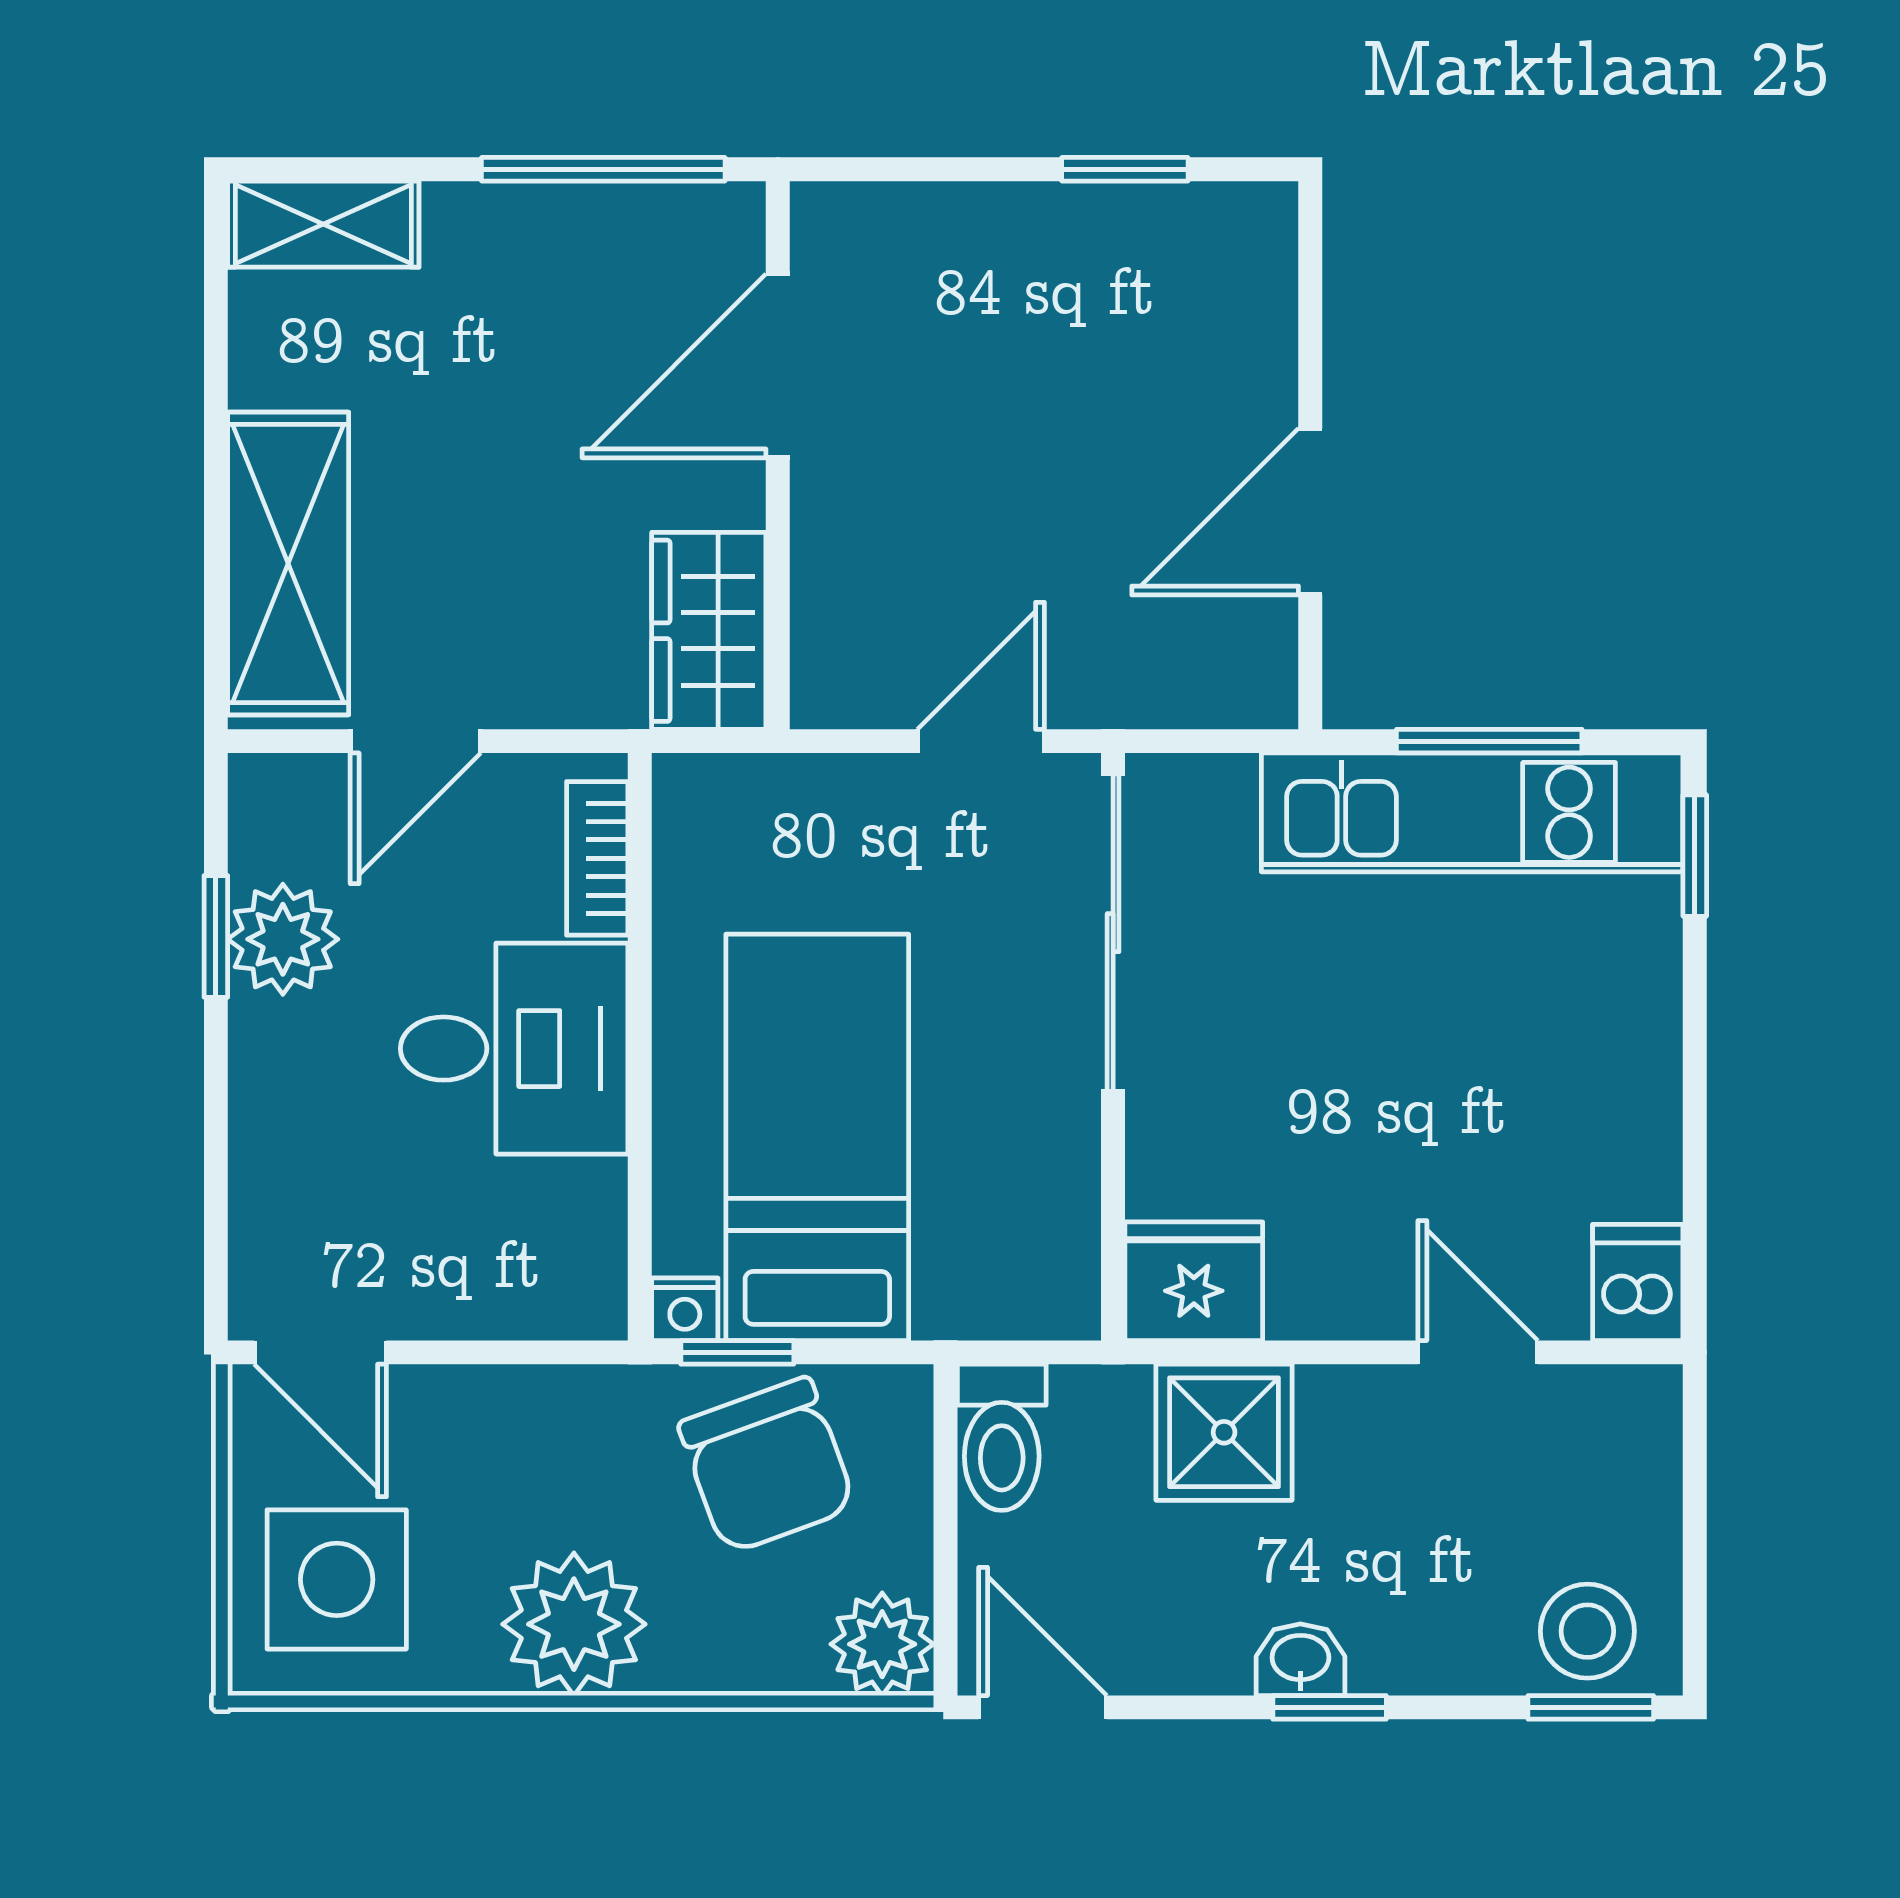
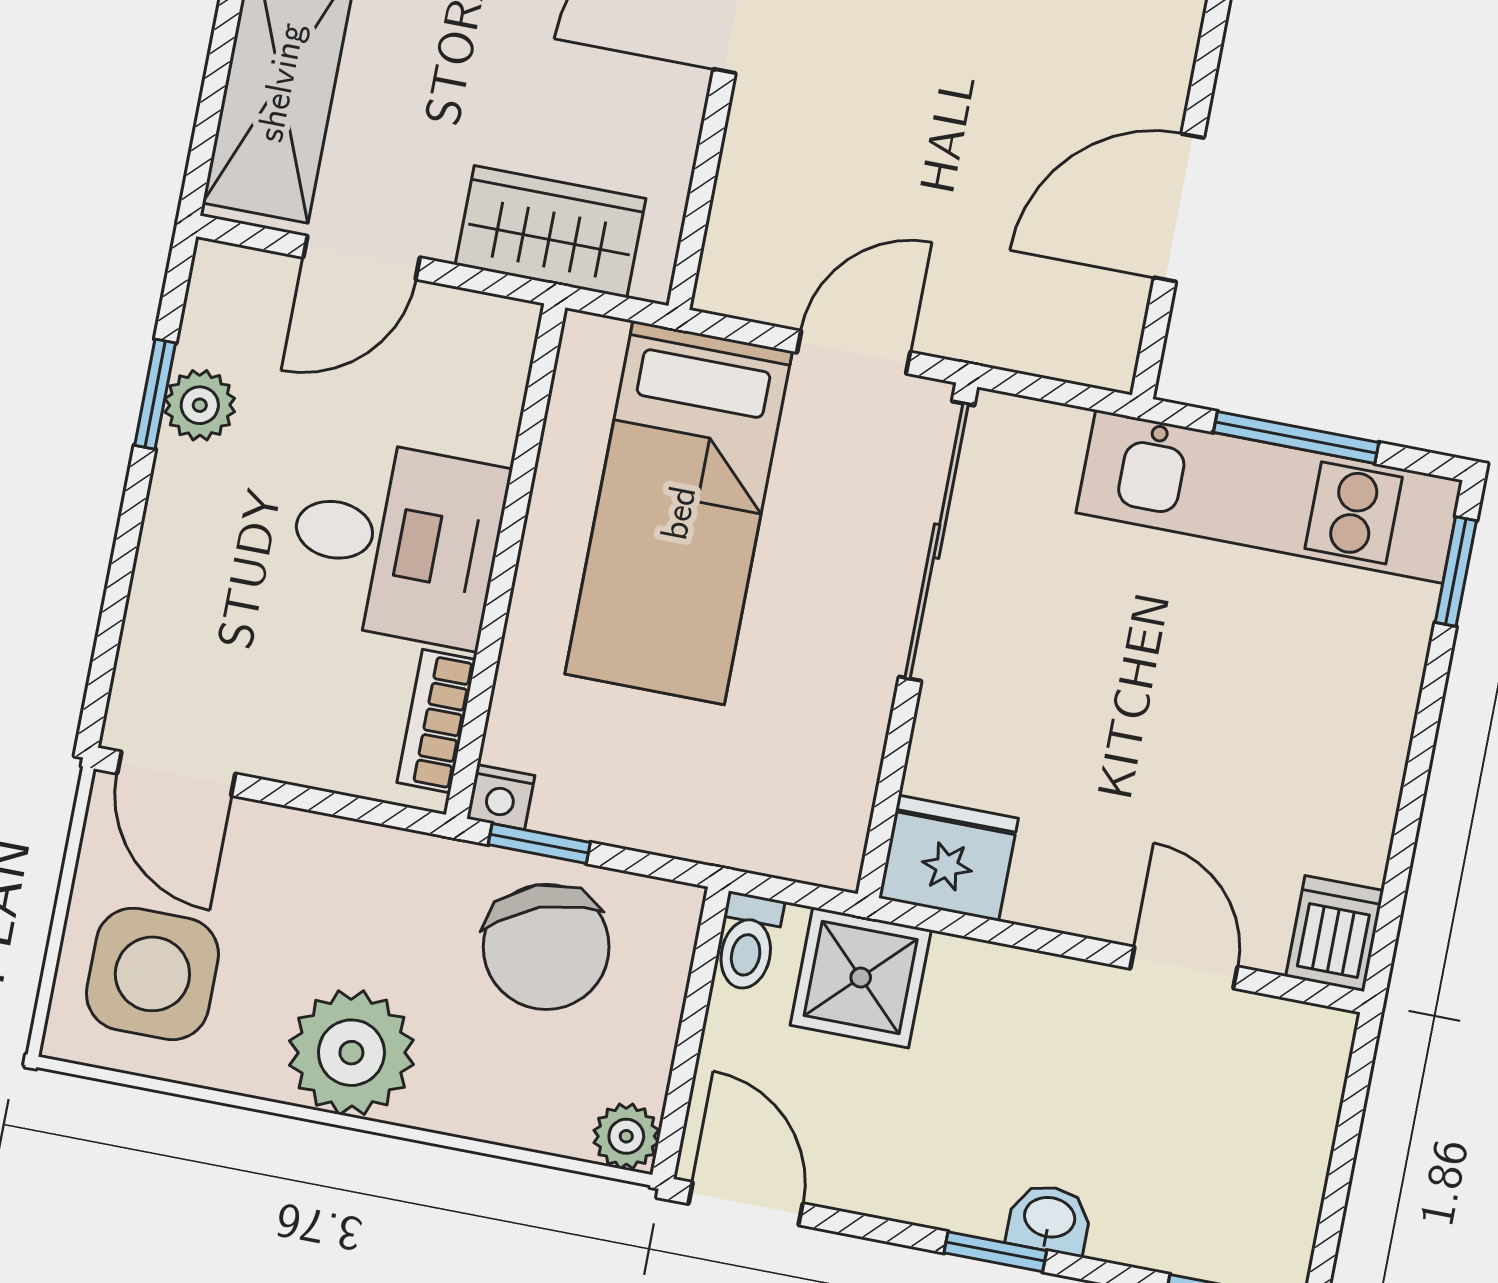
wardrobe: (709, 631) -> (550, 232), moved, turned 90
bookcase: (597, 858) -> (436, 721), moved
plant: (283, 939) -> (200, 405), width x0.73, depth x0.73
bed: (817, 1137) -> (679, 513), moved, turned 180
shower: (1224, 1432) -> (861, 977), moved
toilet: (1002, 1437) -> (748, 942), width x0.73, depth x0.72
stool: (1587, 1631) -> (1232, 1229), removed
plant: (882, 1644) -> (626, 1136), width x0.73, depth x0.73
washbasin: (1300, 1660) -> (1049, 1219), moved

